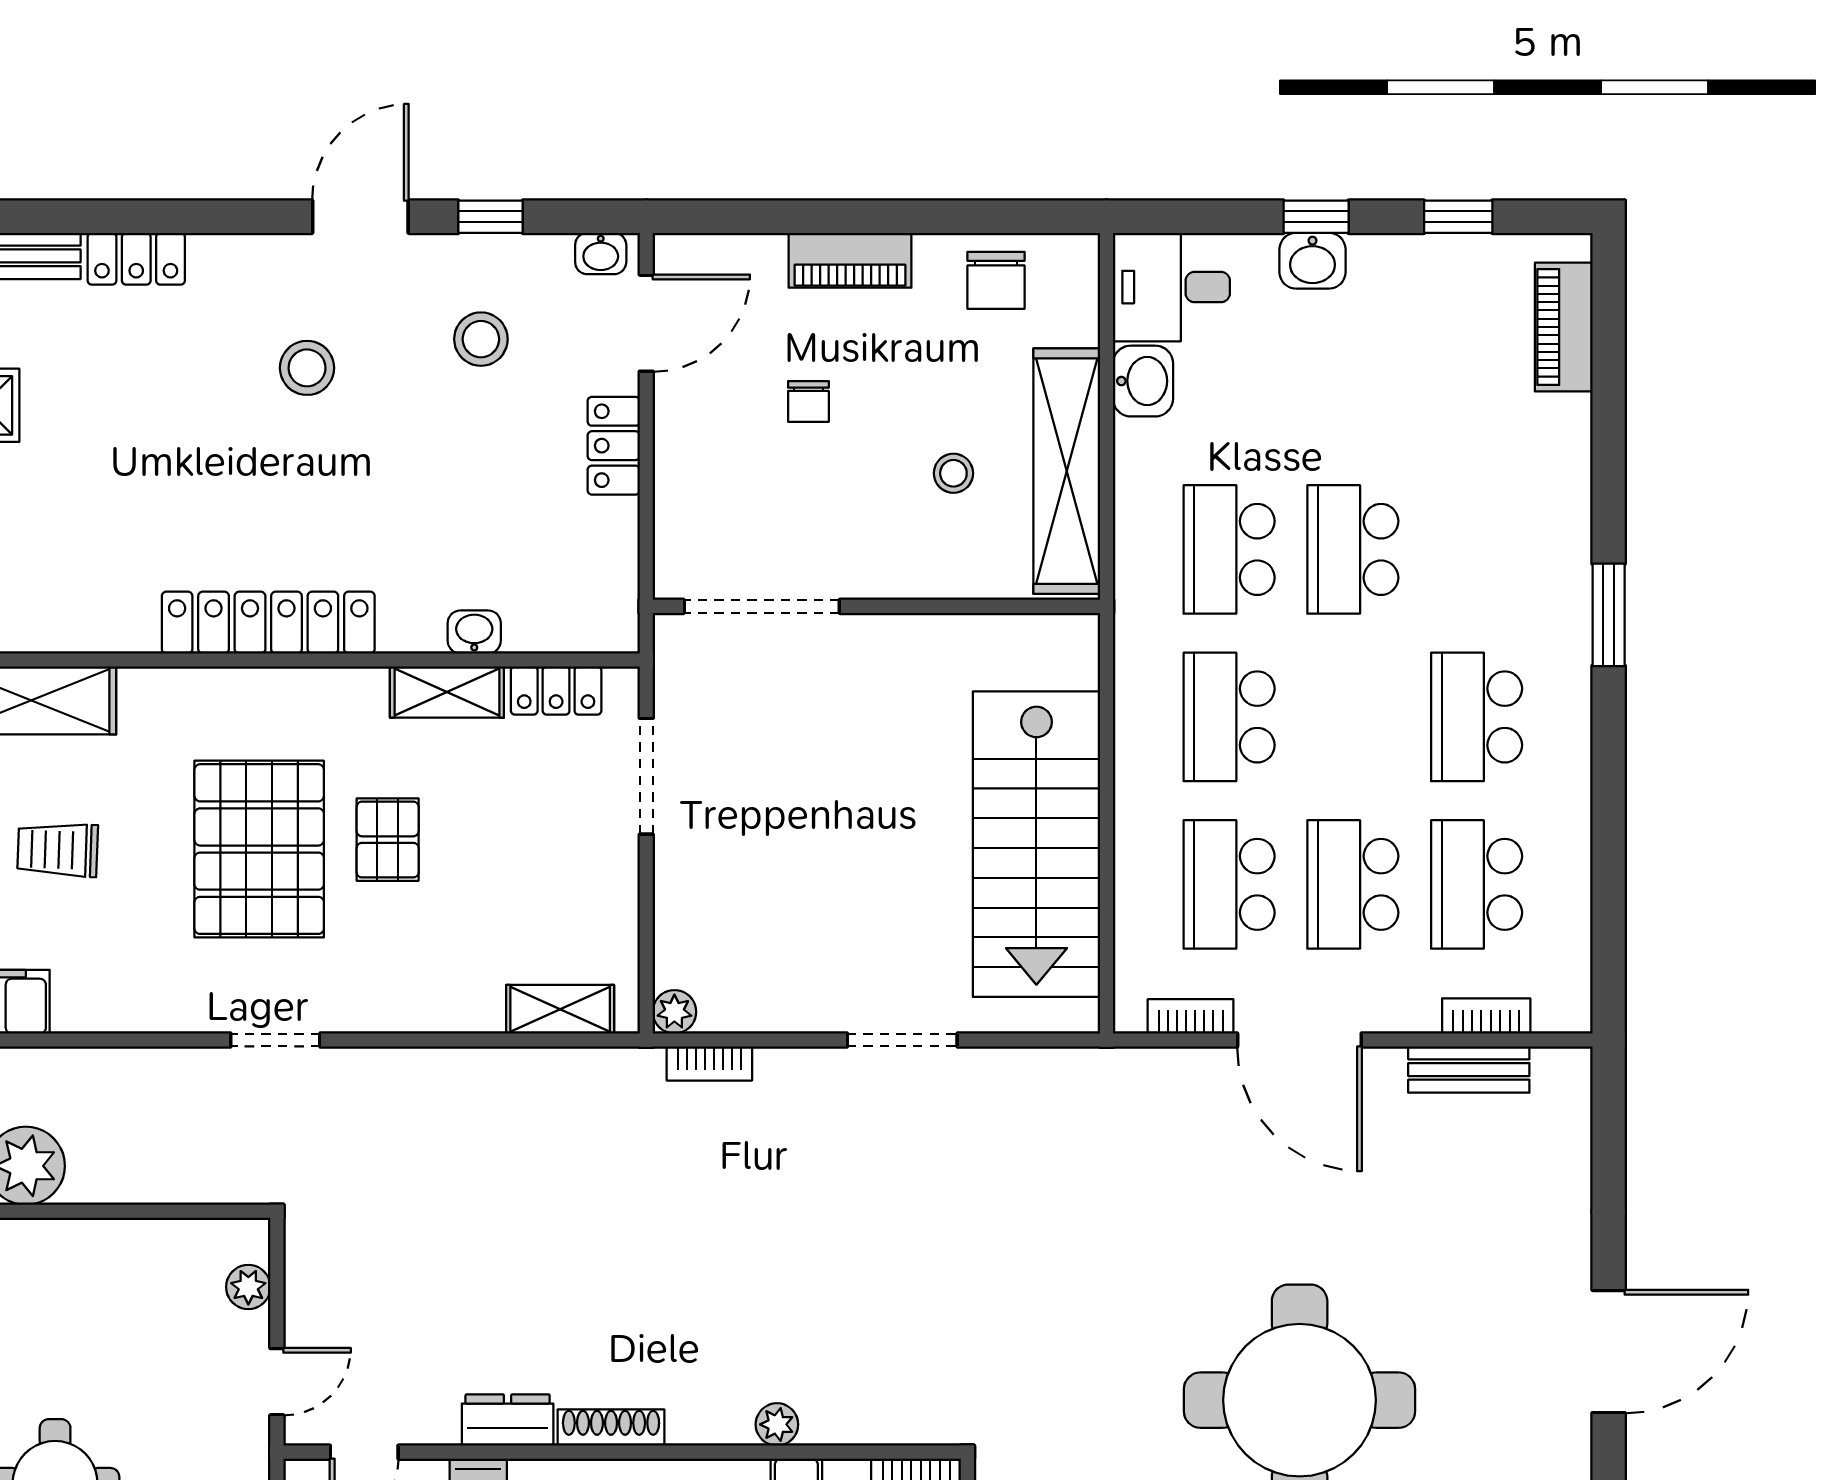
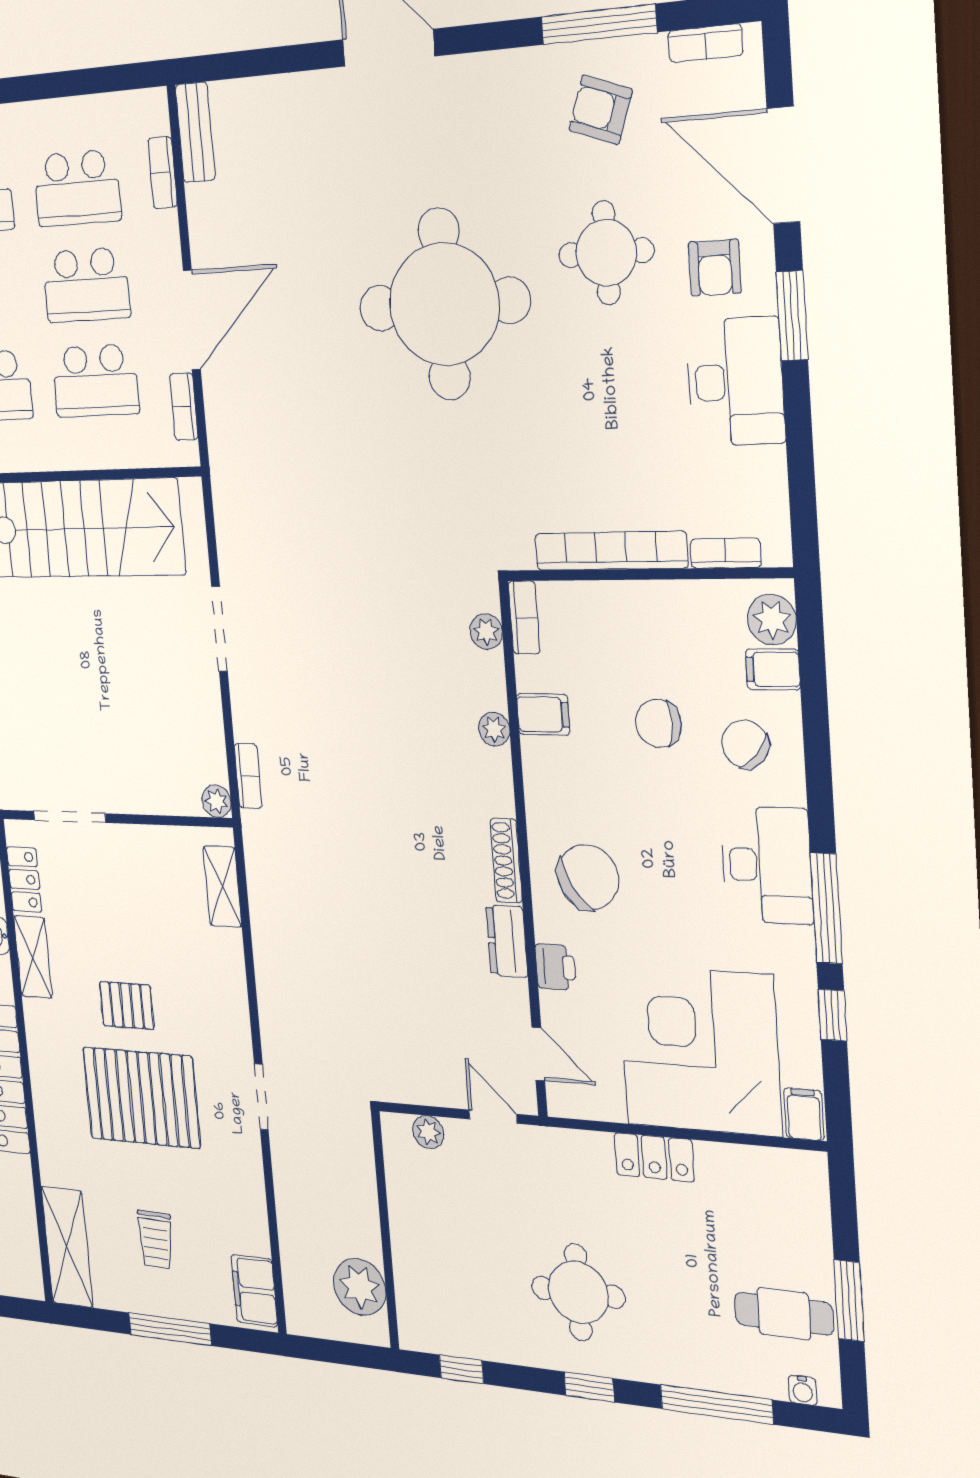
bench: (1469, 1070) -> (195, 132), moved
plant: (899, 1424) -> (486, 631), added

